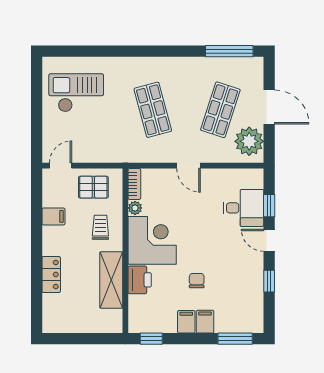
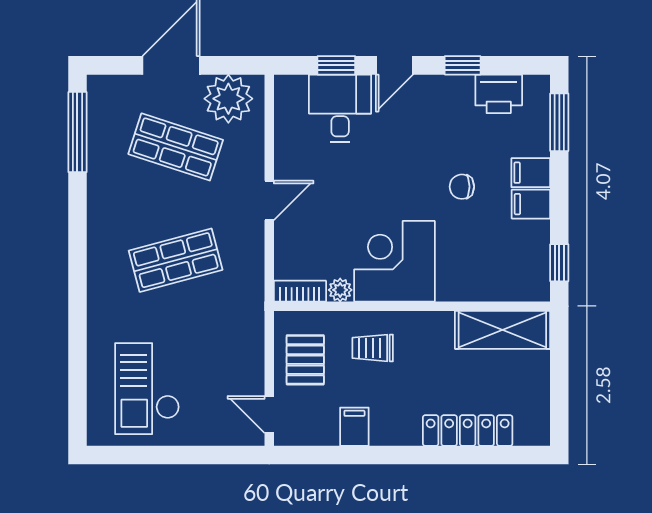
locker: (51, 275) -> (468, 430), width x1.53
shelving: (111, 280) -> (502, 330), moved
printer: (140, 280) -> (499, 94), moved, turned 180

